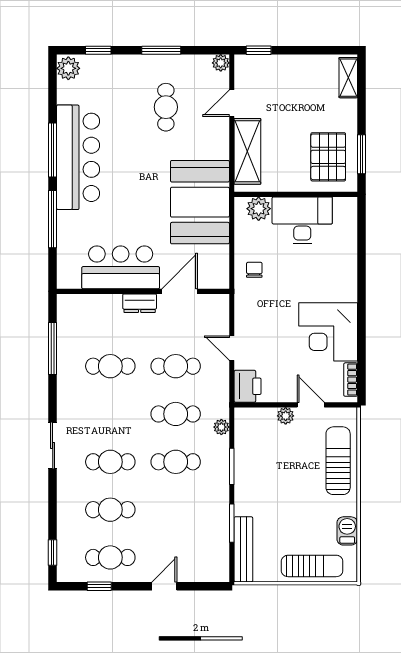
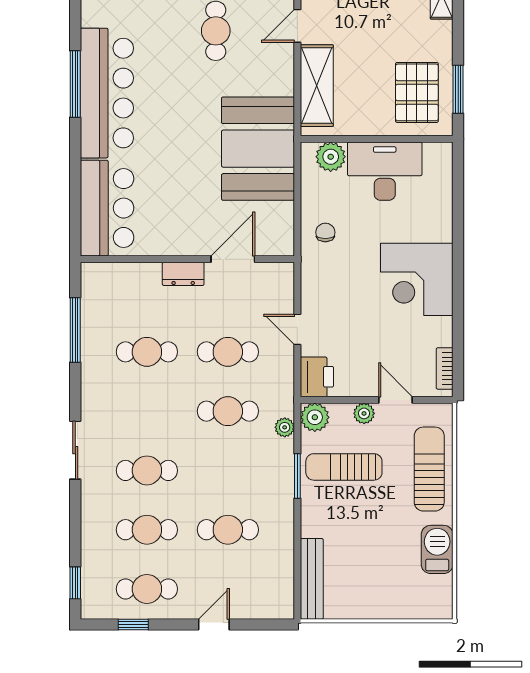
window: (53, 219) -> (75, 170), removed
bar counter: (121, 267) -> (107, 208), moved, turned 90
corner desk: (328, 332) -> (417, 279), moved
plant: (246, 419) -> (315, 417), added
cafe table: (176, 462) -> (228, 530), moved
window: (232, 523) -> (297, 546), removed
barbecue: (347, 531) -> (437, 549), width x1.38, depth x1.27
sun lounger: (312, 566) -> (344, 467), moved, turned 180

